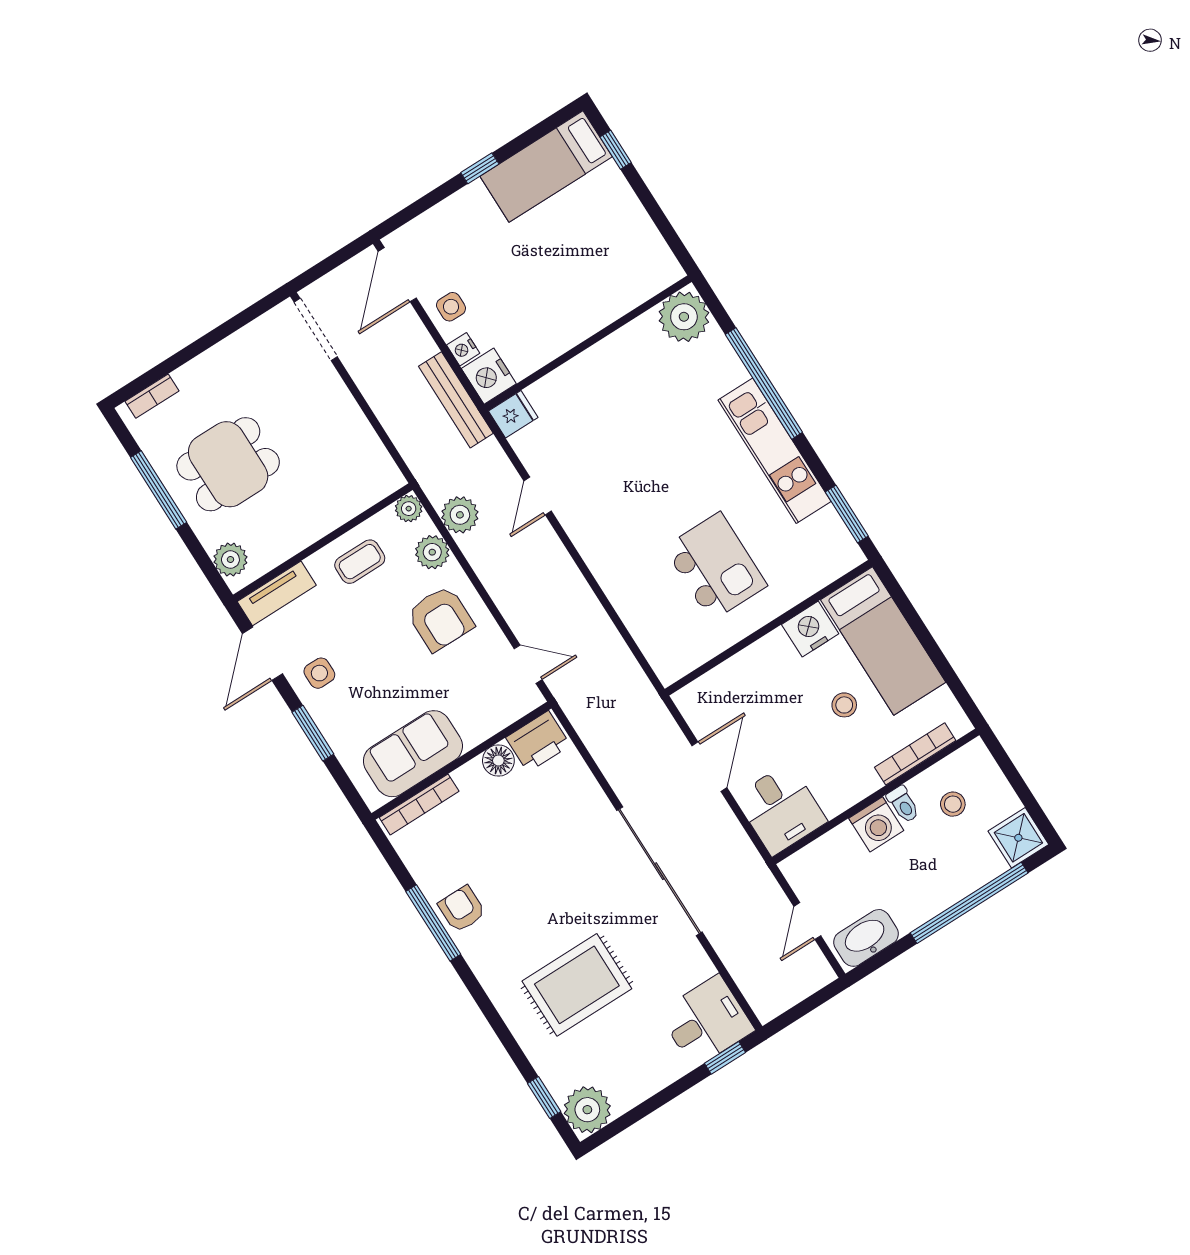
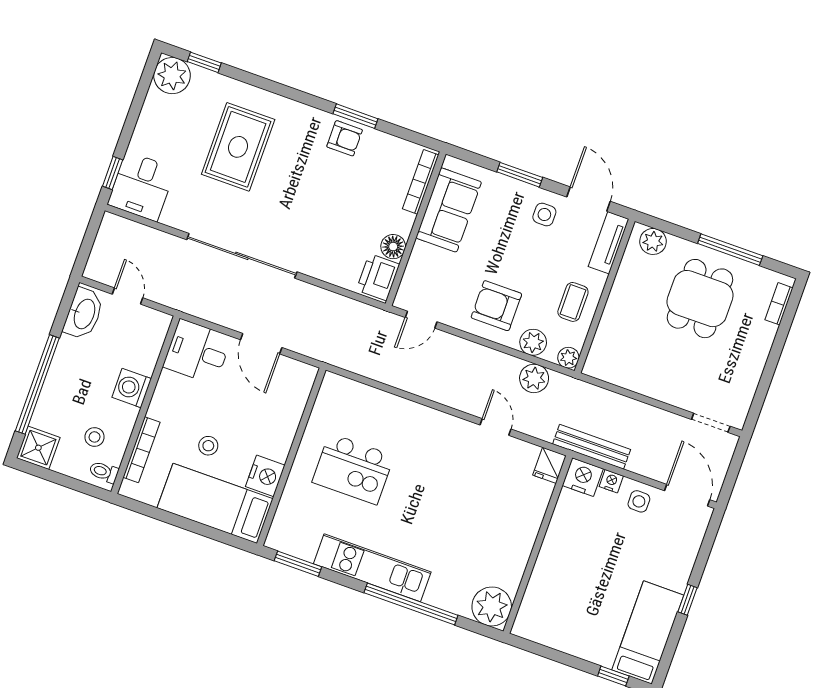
doorway: (316, 329) -> (711, 423), width x0.73
toilet: (903, 804) -> (104, 472), moved
window: (433, 923) -> (355, 116), width x0.69

